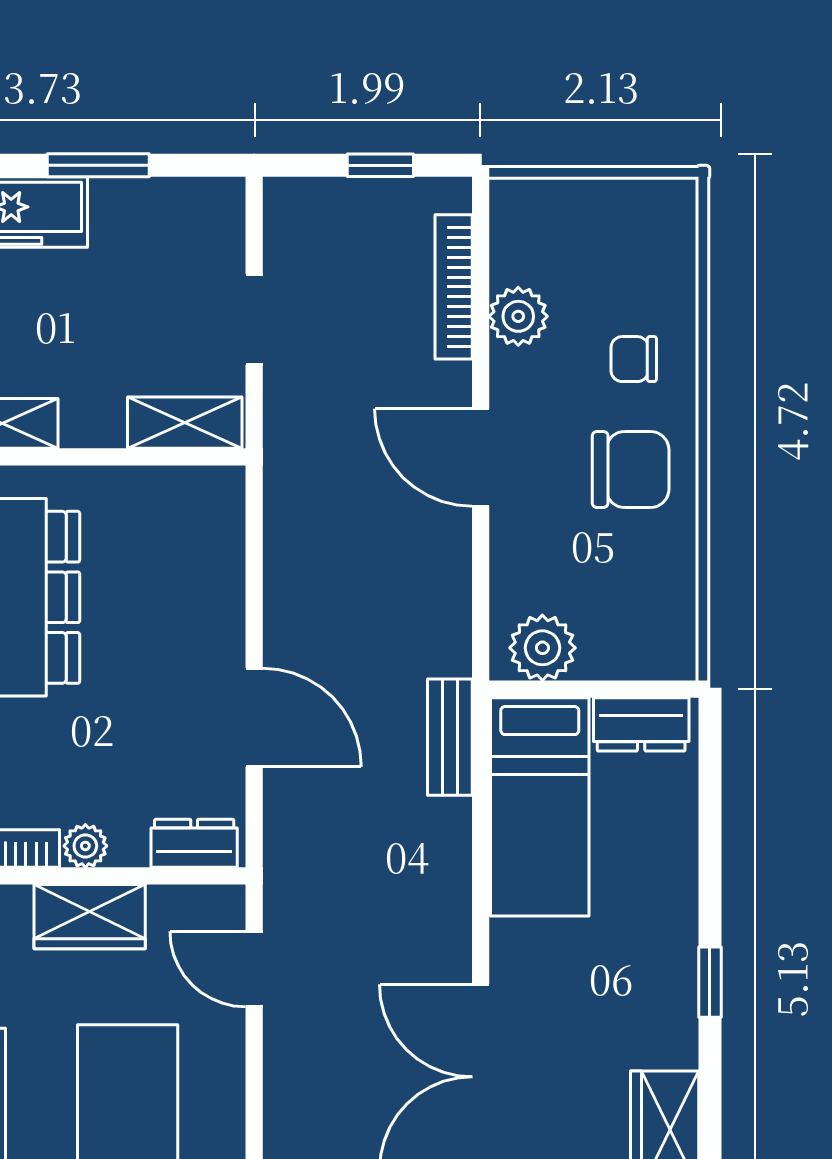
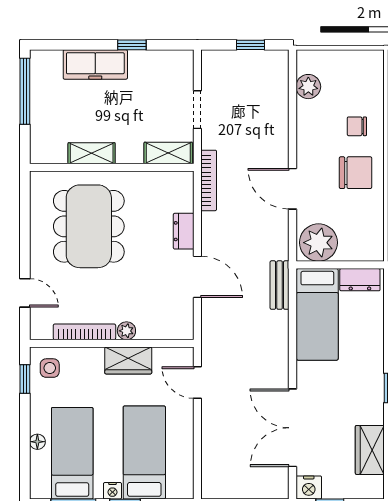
window: (98, 165) -> (132, 45), width x0.67
bookcase: (454, 287) -> (209, 180), moved, turned 180
plant: (518, 316) -> (308, 87), moved
door: (481, 458) -> (292, 189), moved
plant: (542, 648) -> (318, 243), width x1.36, depth x1.36
dresser: (194, 843) -> (184, 231), moved, turned -90

